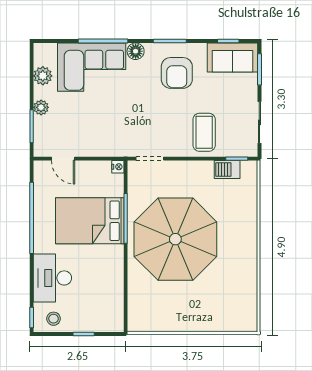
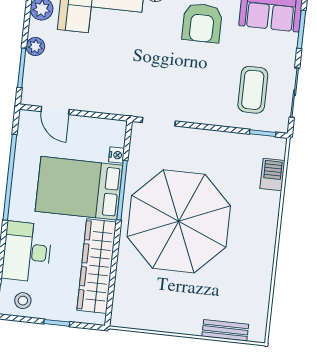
coffee table: (204, 132) -> (253, 90), moved
nightstand: (118, 167) -> (117, 155), moved
barbecue: (227, 169) -> (272, 175), moved, turned 90
wardrobe: (111, 284) -> (97, 266), added
bench: (224, 325) -> (225, 330), added

